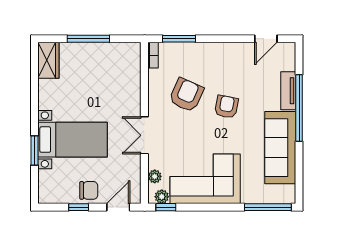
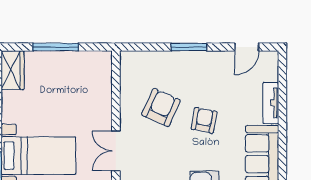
window: (179, 39) -> (189, 47), moved
bookcase: (153, 55) -> (125, 65), removed
window: (299, 108) -> (282, 122), removed

